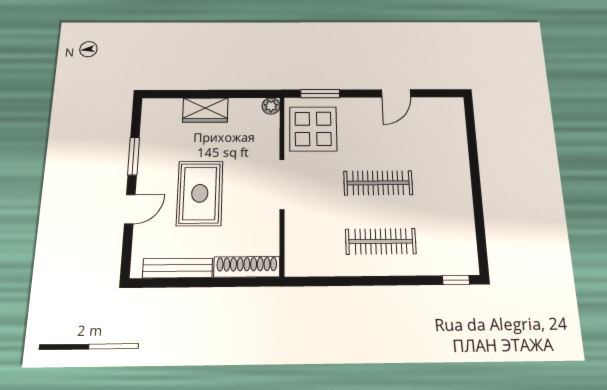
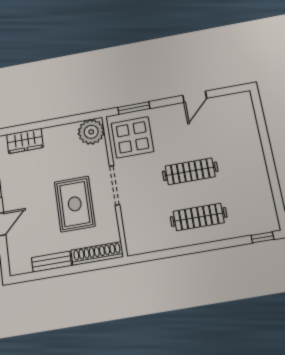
plant: (271, 106) -> (91, 132), width x1.87, depth x1.87
wardrobe: (205, 110) -> (25, 141), moved
rug: (200, 193) -> (75, 204), moved
bench: (178, 268) -> (51, 262), width x0.73

